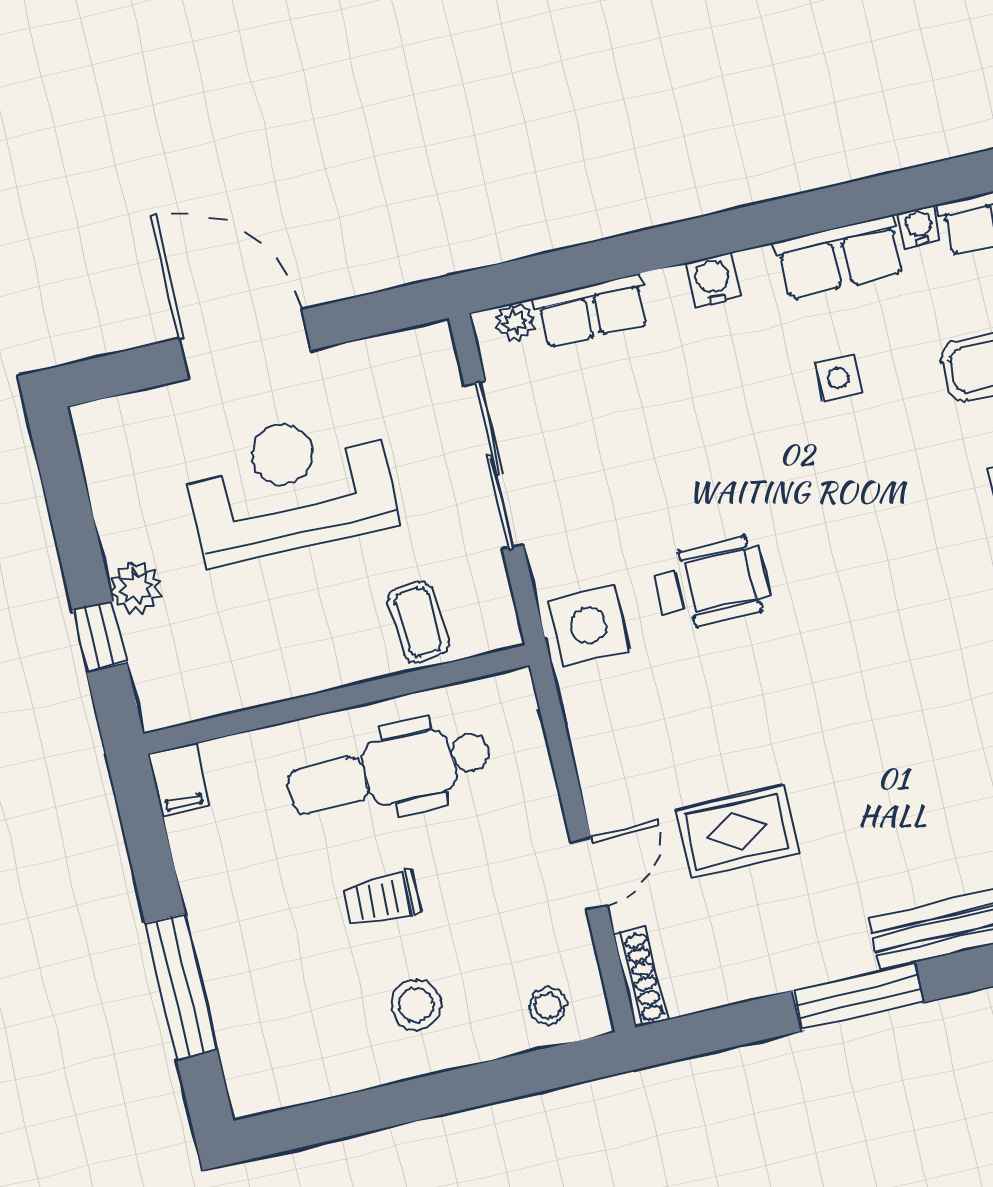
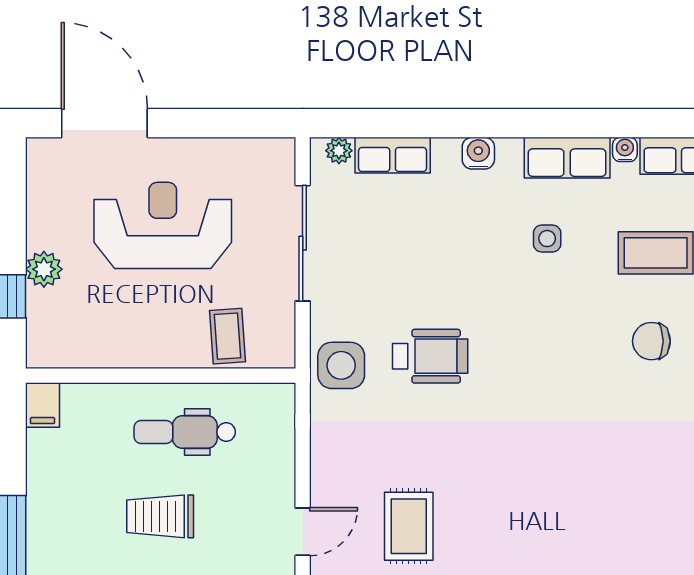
door: (245, 344) -> (104, 123), moved
dental chair: (389, 771) -> (185, 432), width x0.73, depth x0.72
rug: (737, 831) -> (409, 526), turned 90
trolley: (382, 899) -> (160, 516), width x1.36, depth x1.39

